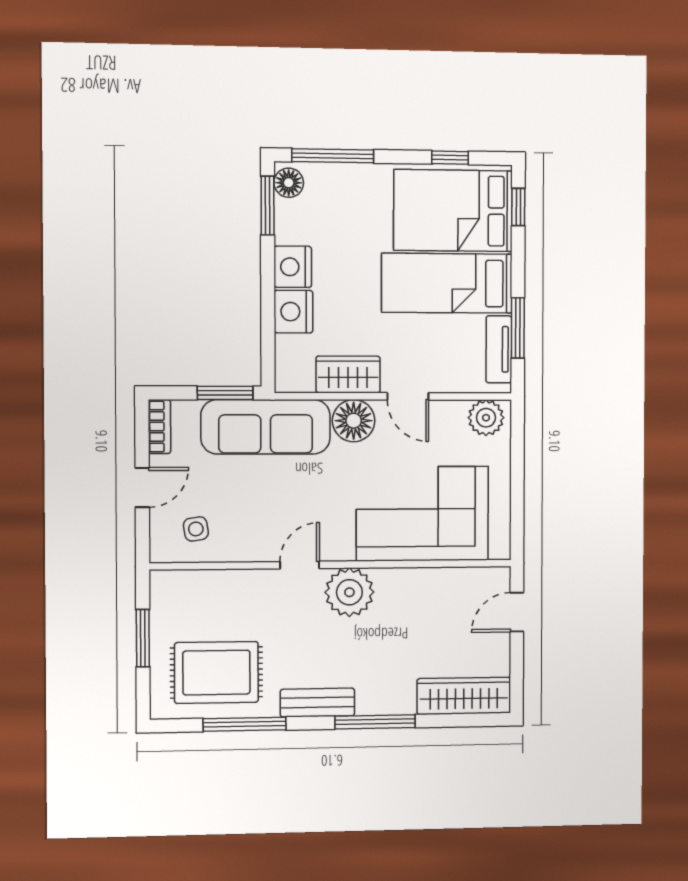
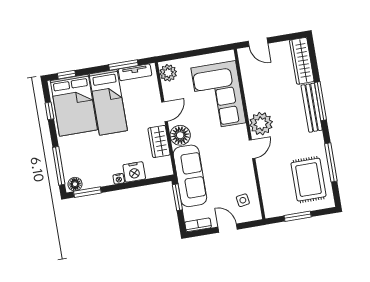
nightstand: (293, 267) -> (119, 179), width x0.53, depth x0.56
door: (300, 565) -> (252, 149), swing flipped
bench: (317, 703) -> (312, 108), moved, width x1.36

